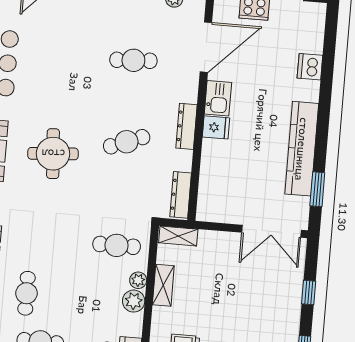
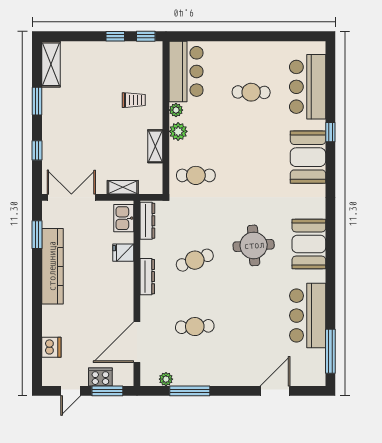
dishwasher: (310, 67) -> (51, 347), moved
kitchen sink: (218, 98) -> (124, 218), moved
fridge: (216, 127) -> (123, 253), moved
shelving: (178, 236) -> (123, 187), moved
plant: (138, 280) -> (176, 110), moved
cafe table: (26, 293) -> (266, 131), removed

